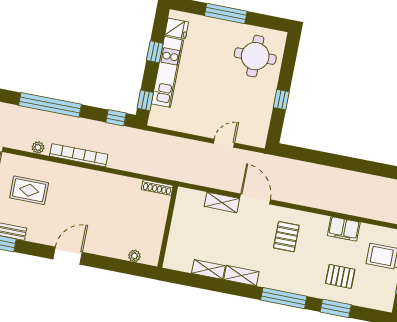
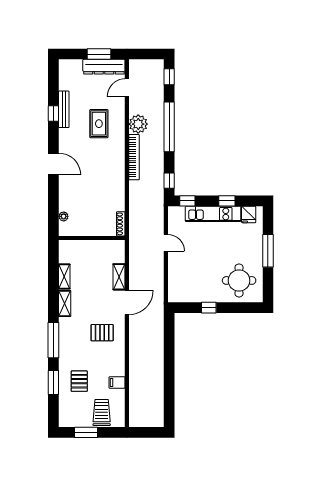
door: (224, 143) -> (166, 243), moved
plant: (38, 147) -> (138, 124), width x1.88, depth x1.88
filing cabinet: (344, 229) -> (117, 383), width x0.50

